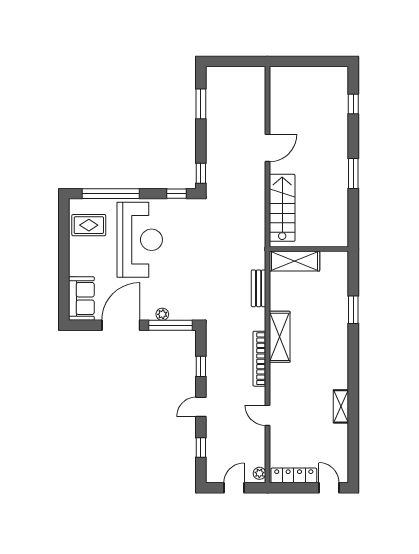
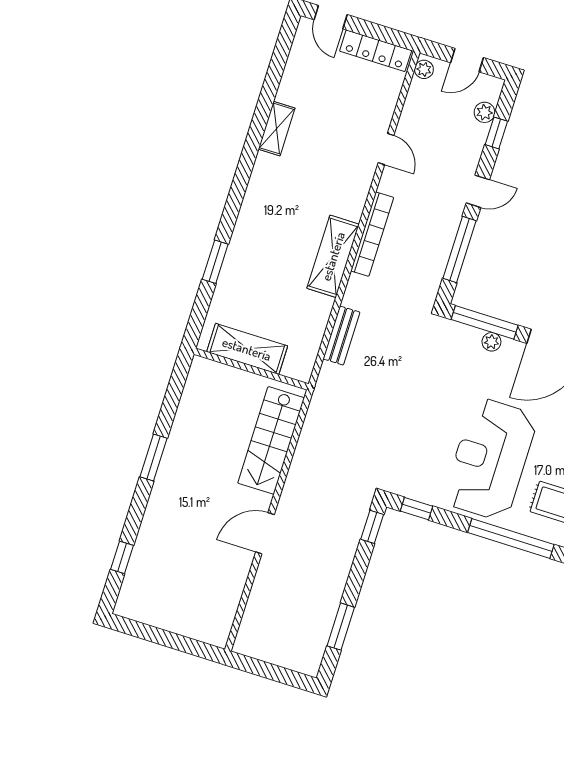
shelving: (294, 261) -> (247, 349), moved
window: (201, 366) -> (460, 249), width x2.17
plant: (213, 458) -> (485, 112), added

